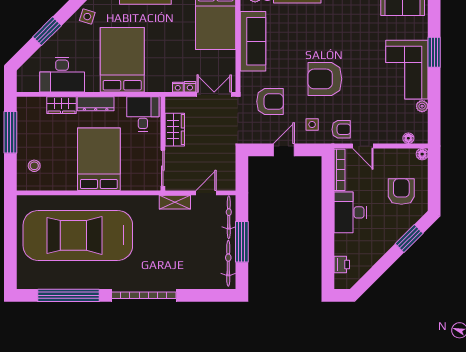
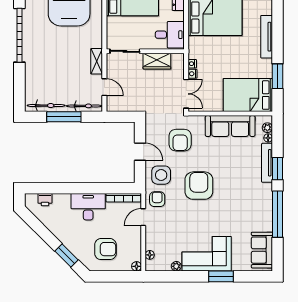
side table: (312, 125) -> (161, 175), width x1.87, depth x1.87
armchair: (341, 129) -> (157, 199), turned 180

